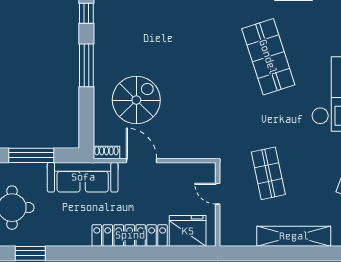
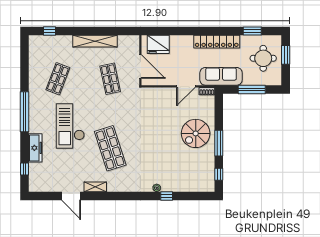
spiral stairs: (136, 100) -> (196, 133), moved
door: (141, 161) -> (186, 86), hinge flipped
door: (218, 194) -> (140, 67), width x1.88
locker: (130, 235) -> (217, 42), moved

